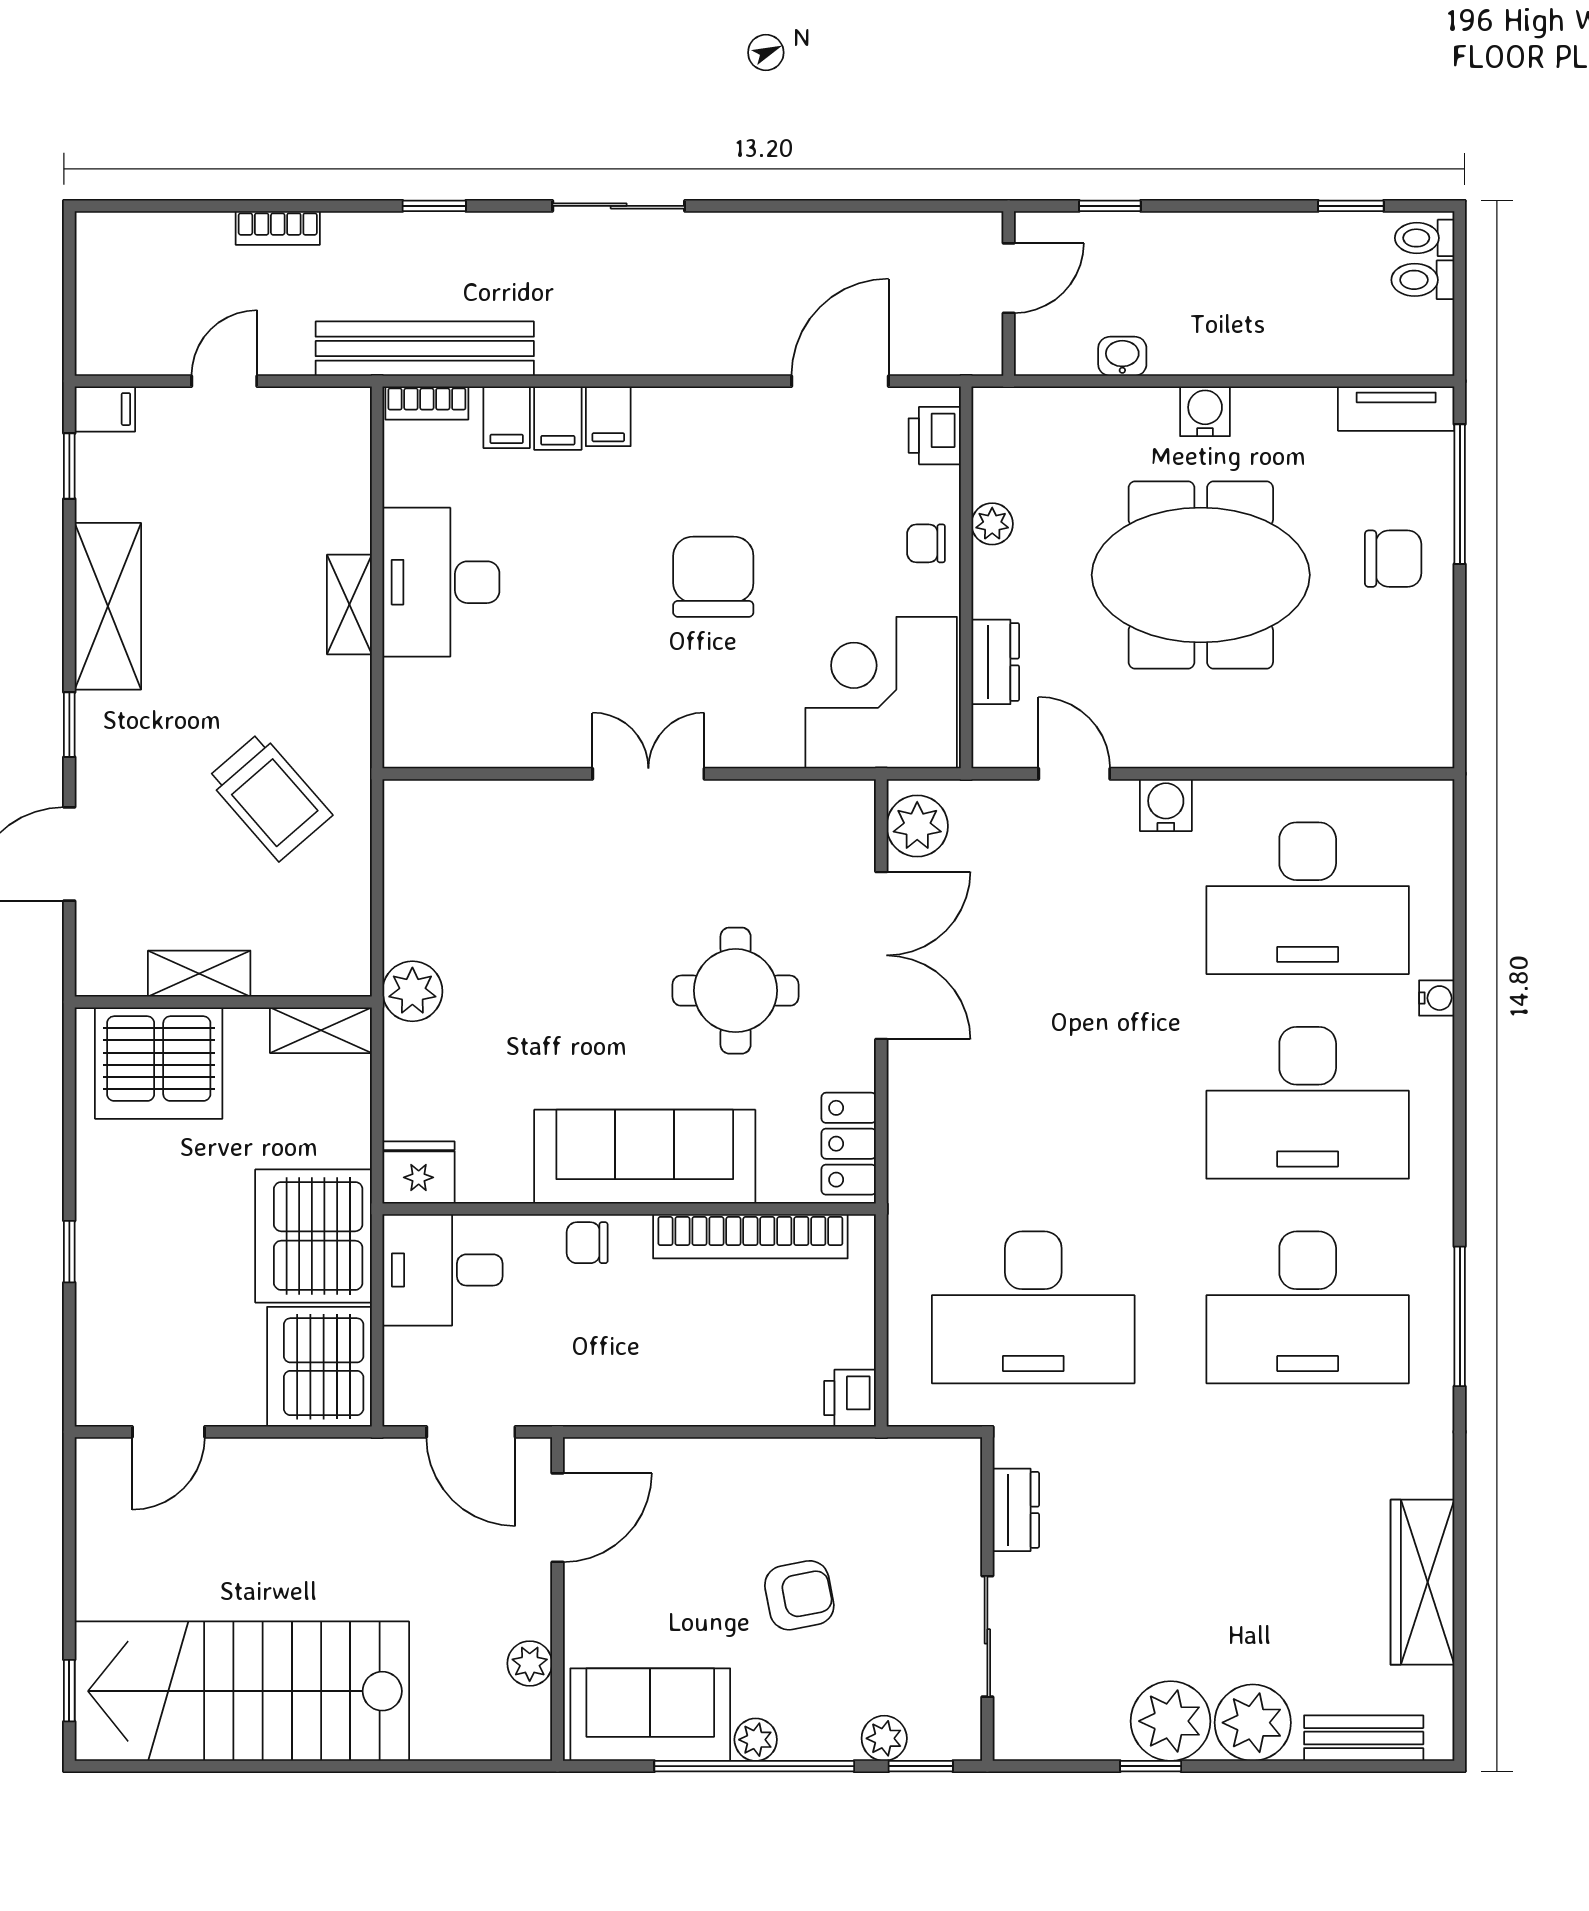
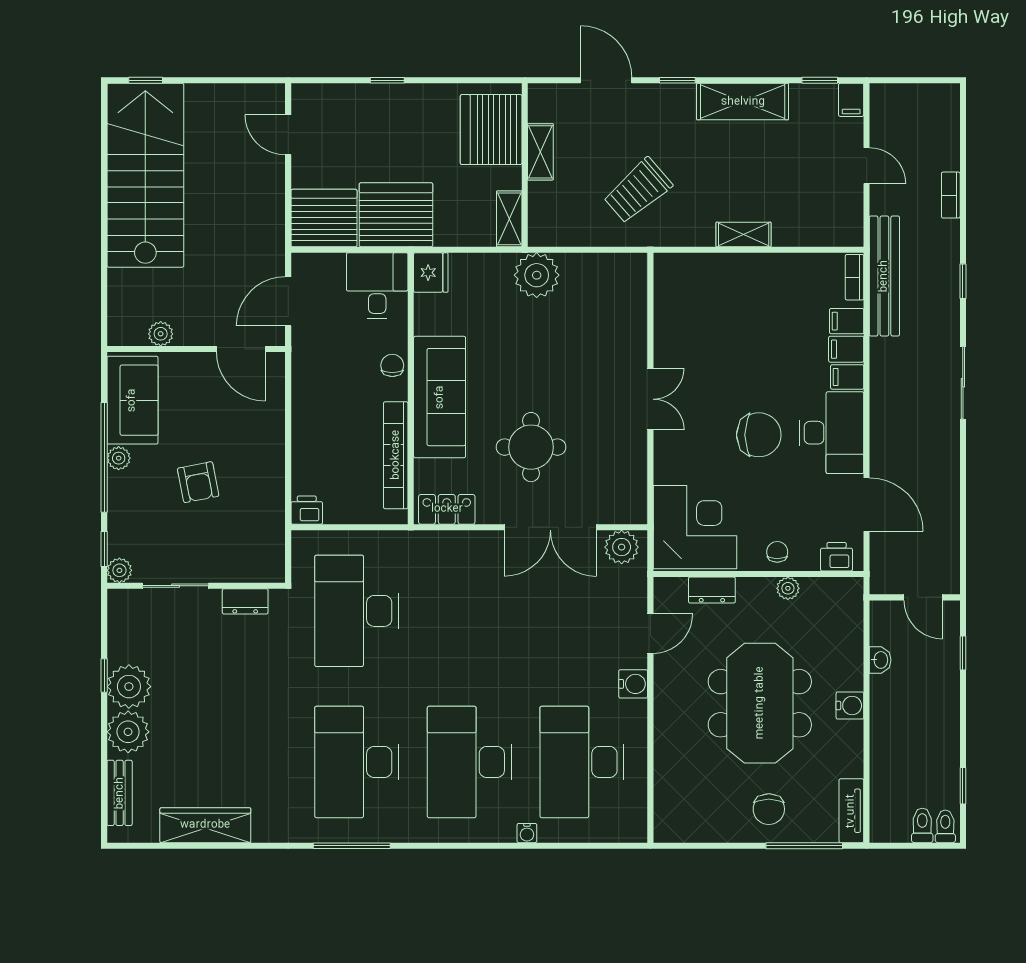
desk: (441, 582) -> (831, 433), moved, turned 90
plant: (412, 991) -> (537, 275), width x1.36, depth x1.36
plant: (884, 1738) -> (119, 570), moved

